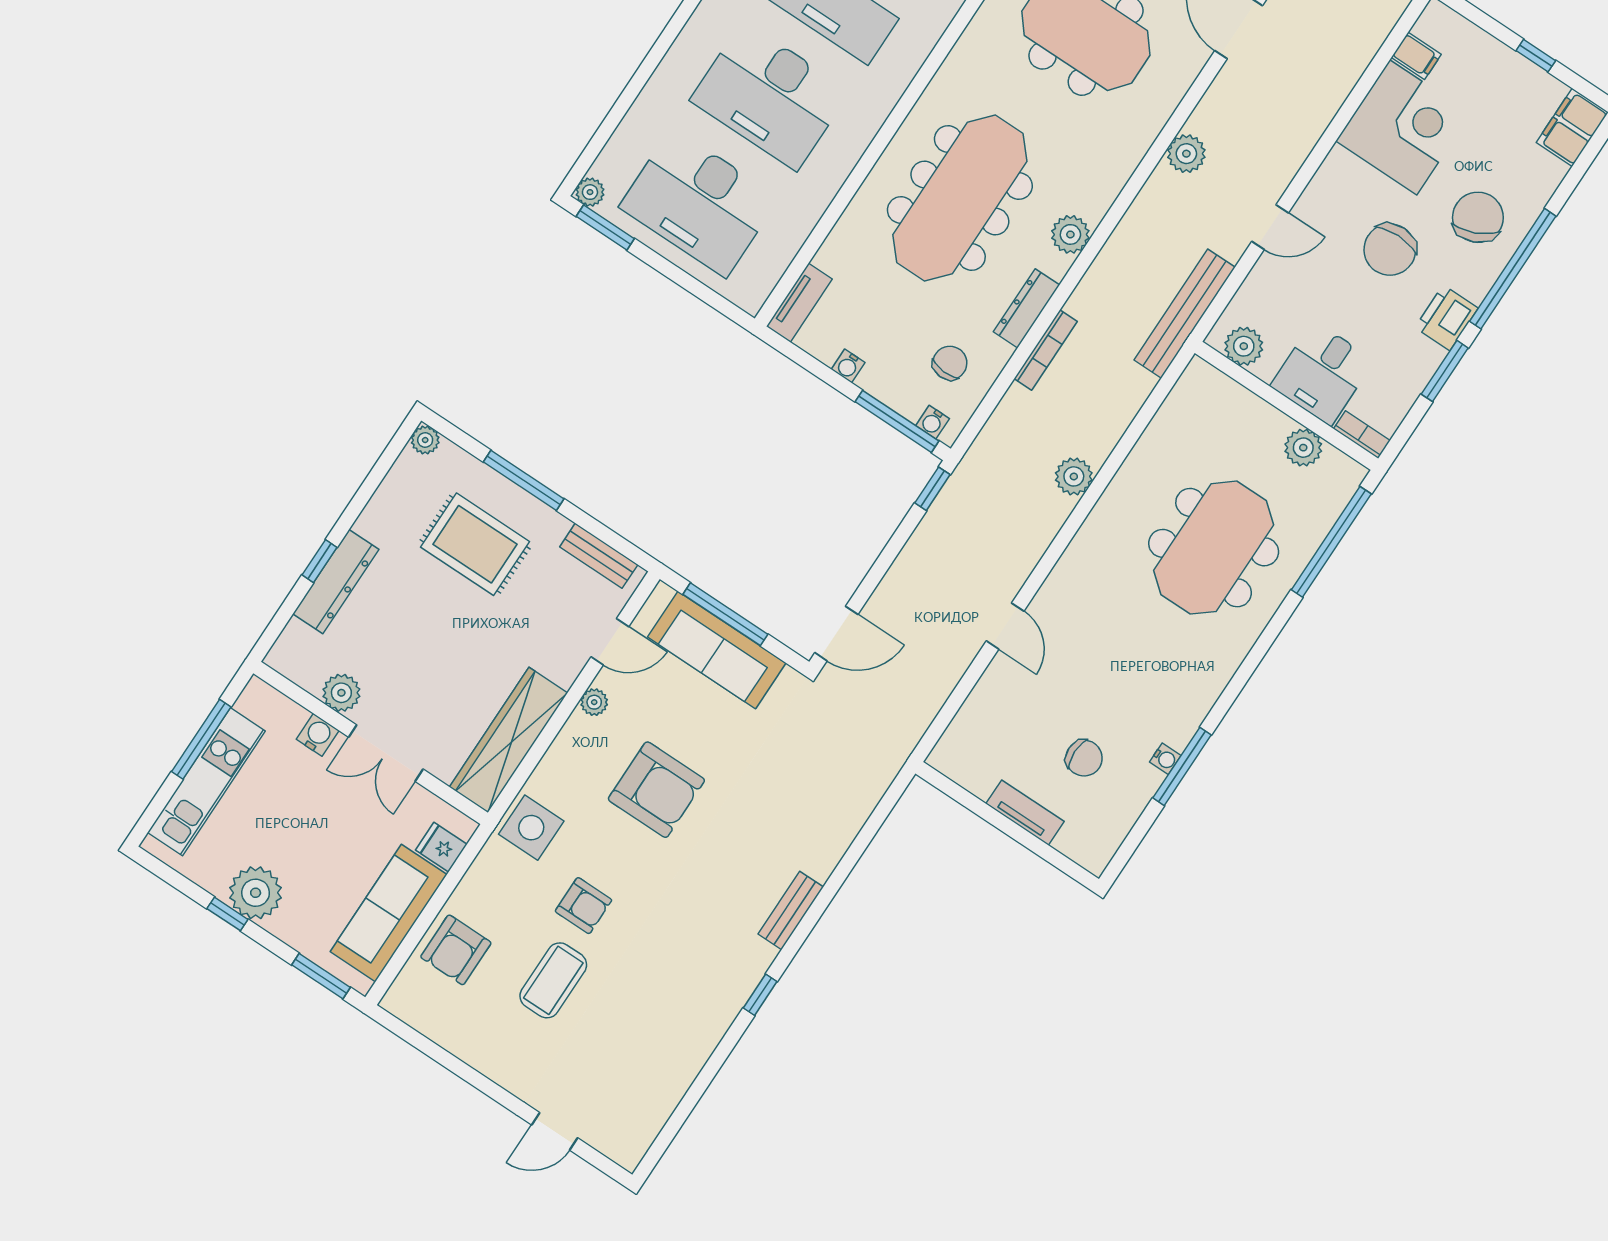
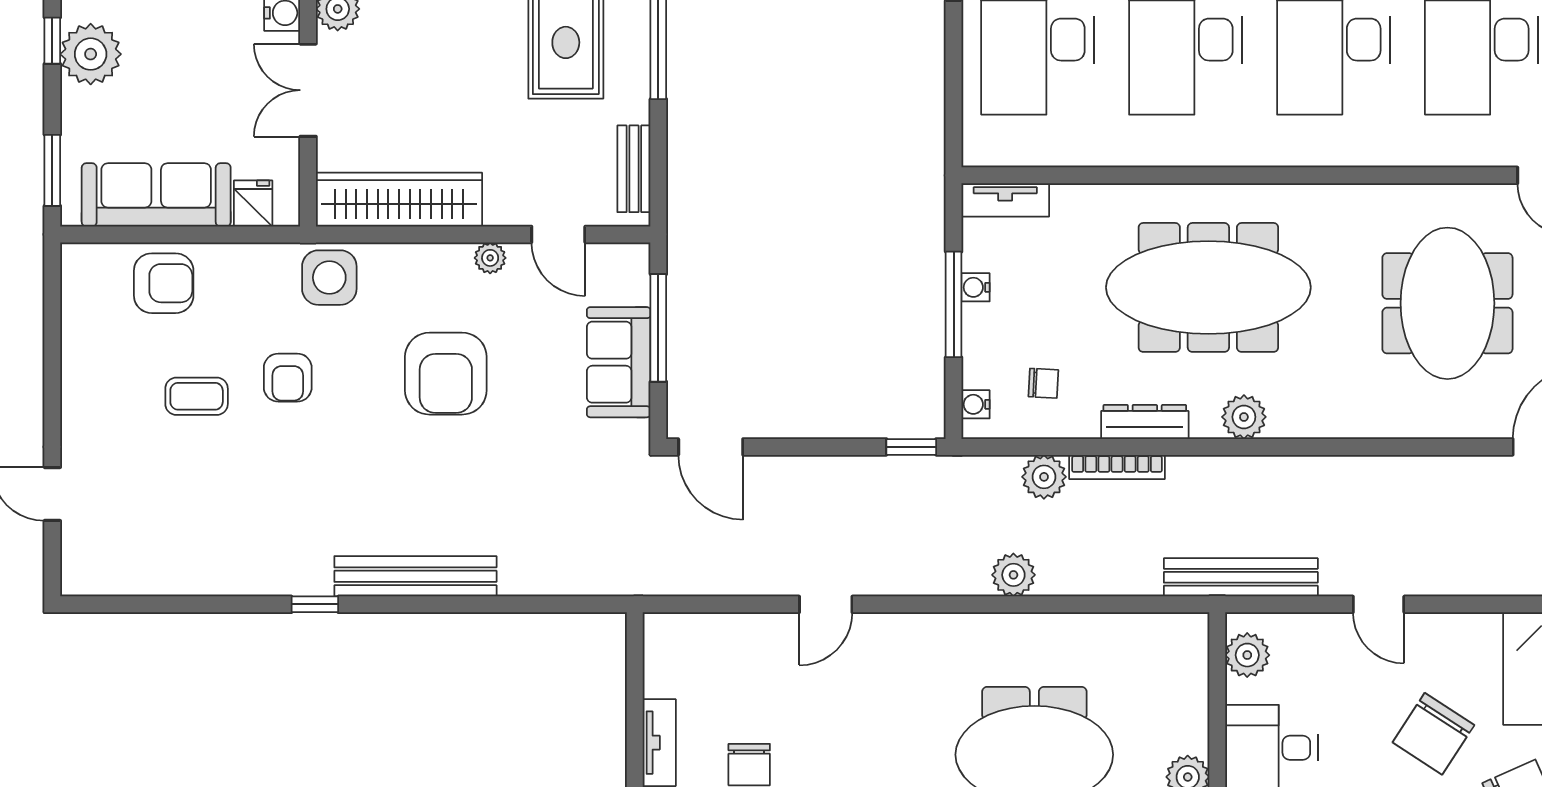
plant: (1186, 154) -> (1044, 477), moved
chair: (1390, 250) -> (1433, 734), turned -57
chair: (950, 363) -> (1043, 383), width x0.73, depth x0.73
window: (897, 421) -> (954, 304), moved
sofa: (717, 650) -> (619, 362), width x0.73
bench: (791, 910) -> (415, 576), width x1.86, depth x1.21
armchair: (456, 950) -> (164, 283), turned 180
coffee table: (553, 980) -> (197, 396), width x0.73, depth x0.77

